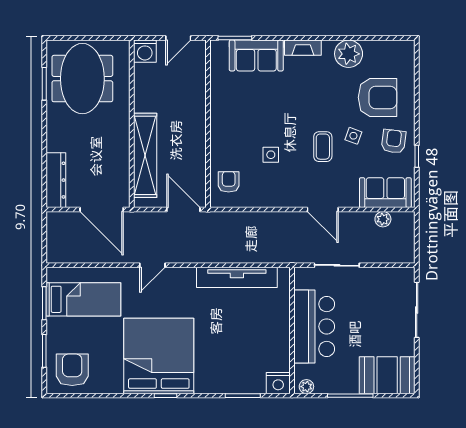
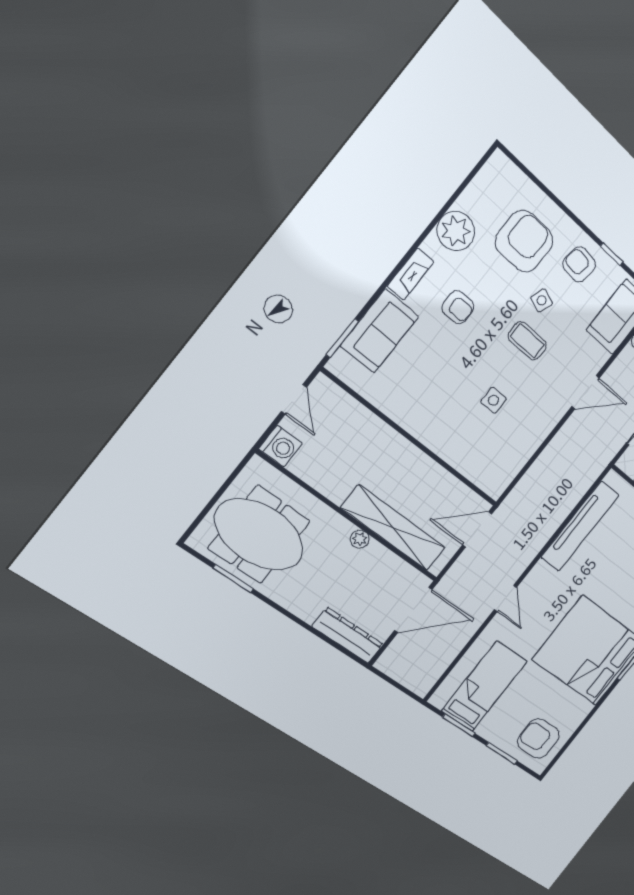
plant: (123, 140) -> (360, 539), added
armchair: (229, 182) -> (458, 307), moved, turned 180

